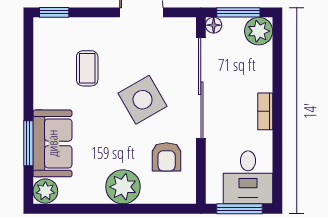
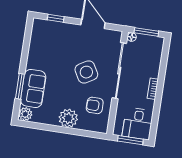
window: (54, 12) -> (56, 18), moved
plant: (259, 31) -> (156, 44), removed
coffee table: (87, 68) -> (59, 50), removed
armchair: (167, 157) -> (95, 105), turned 90

